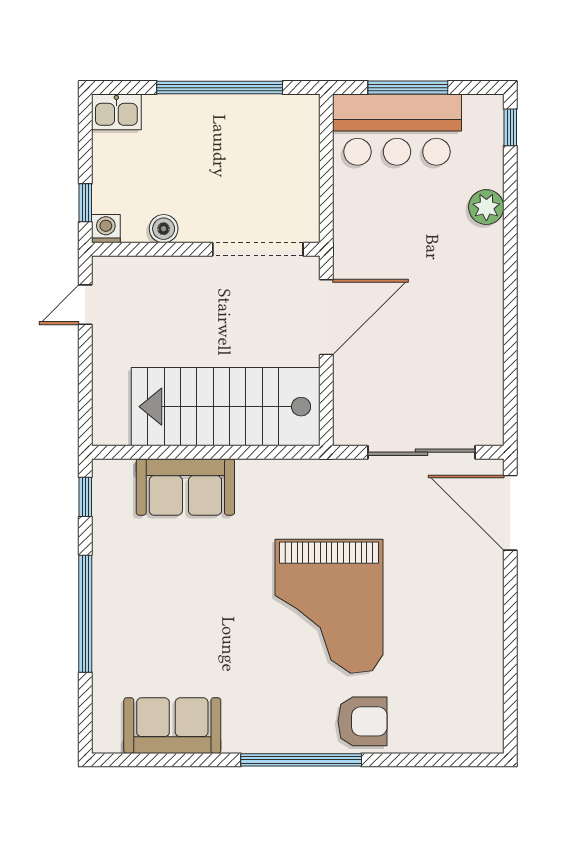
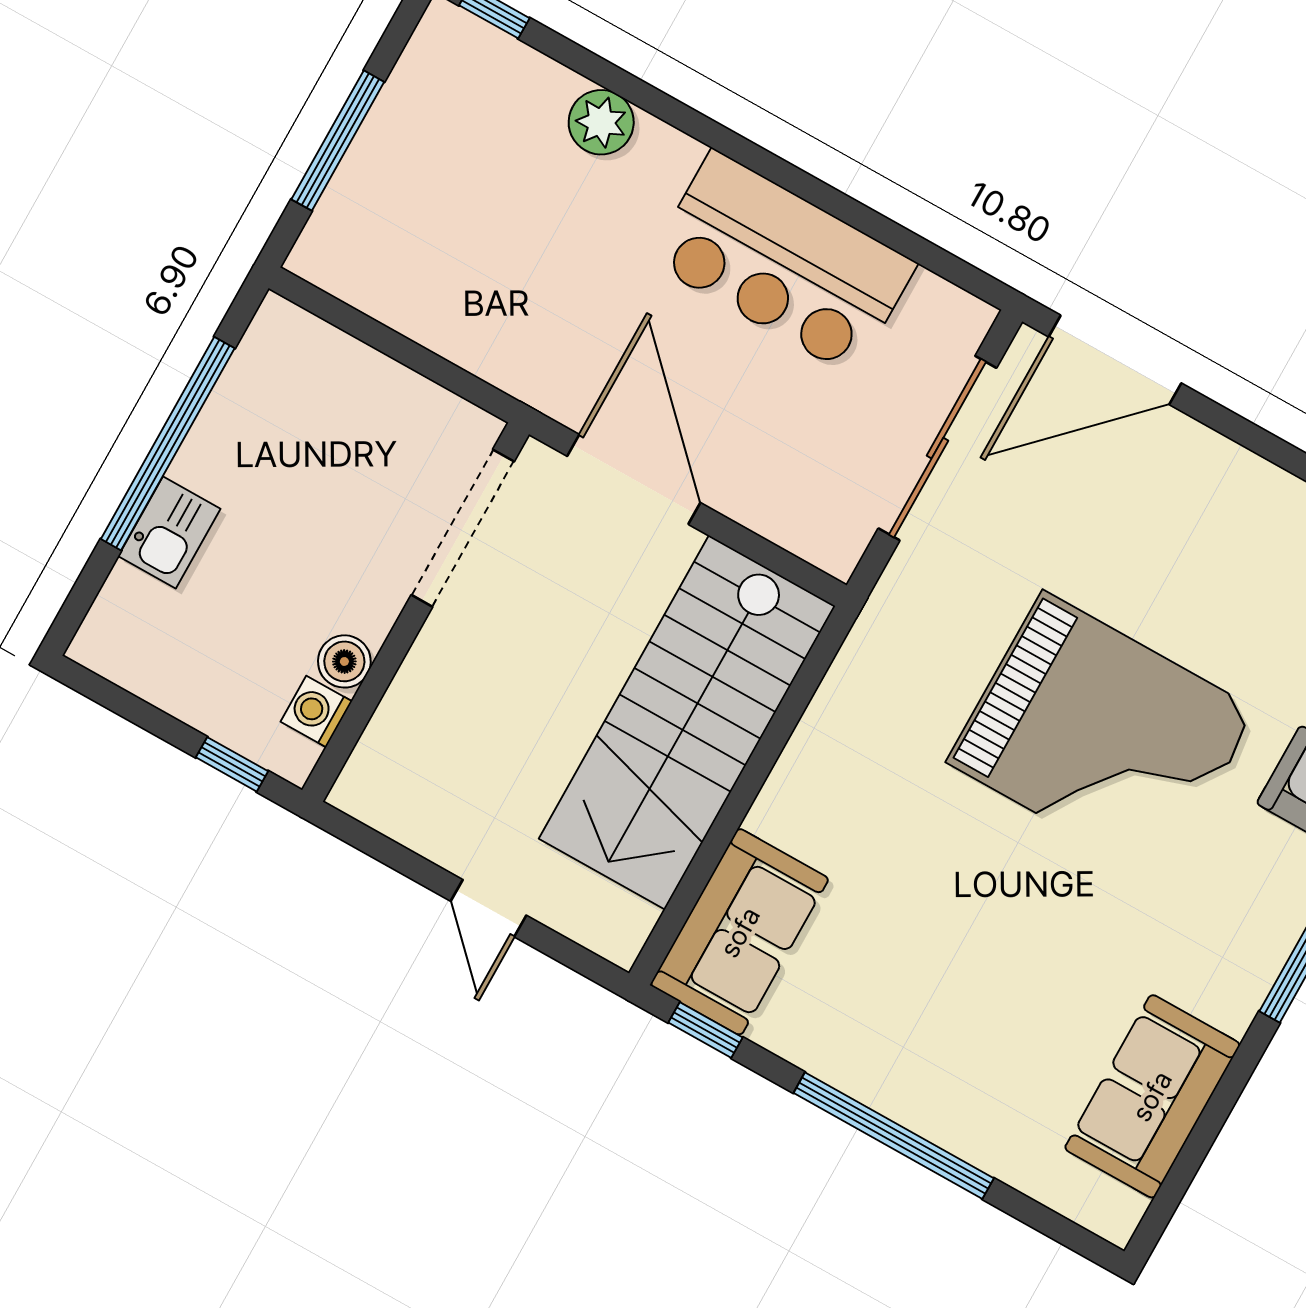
kitchen sink: (116, 112) -> (169, 532), moved
bar counter: (397, 130) -> (783, 263), moved, turned 90
washing machine: (106, 229) -> (316, 711), moved
door: (85, 305) -> (489, 908), moved
sofa: (185, 487) -> (740, 932), moved

